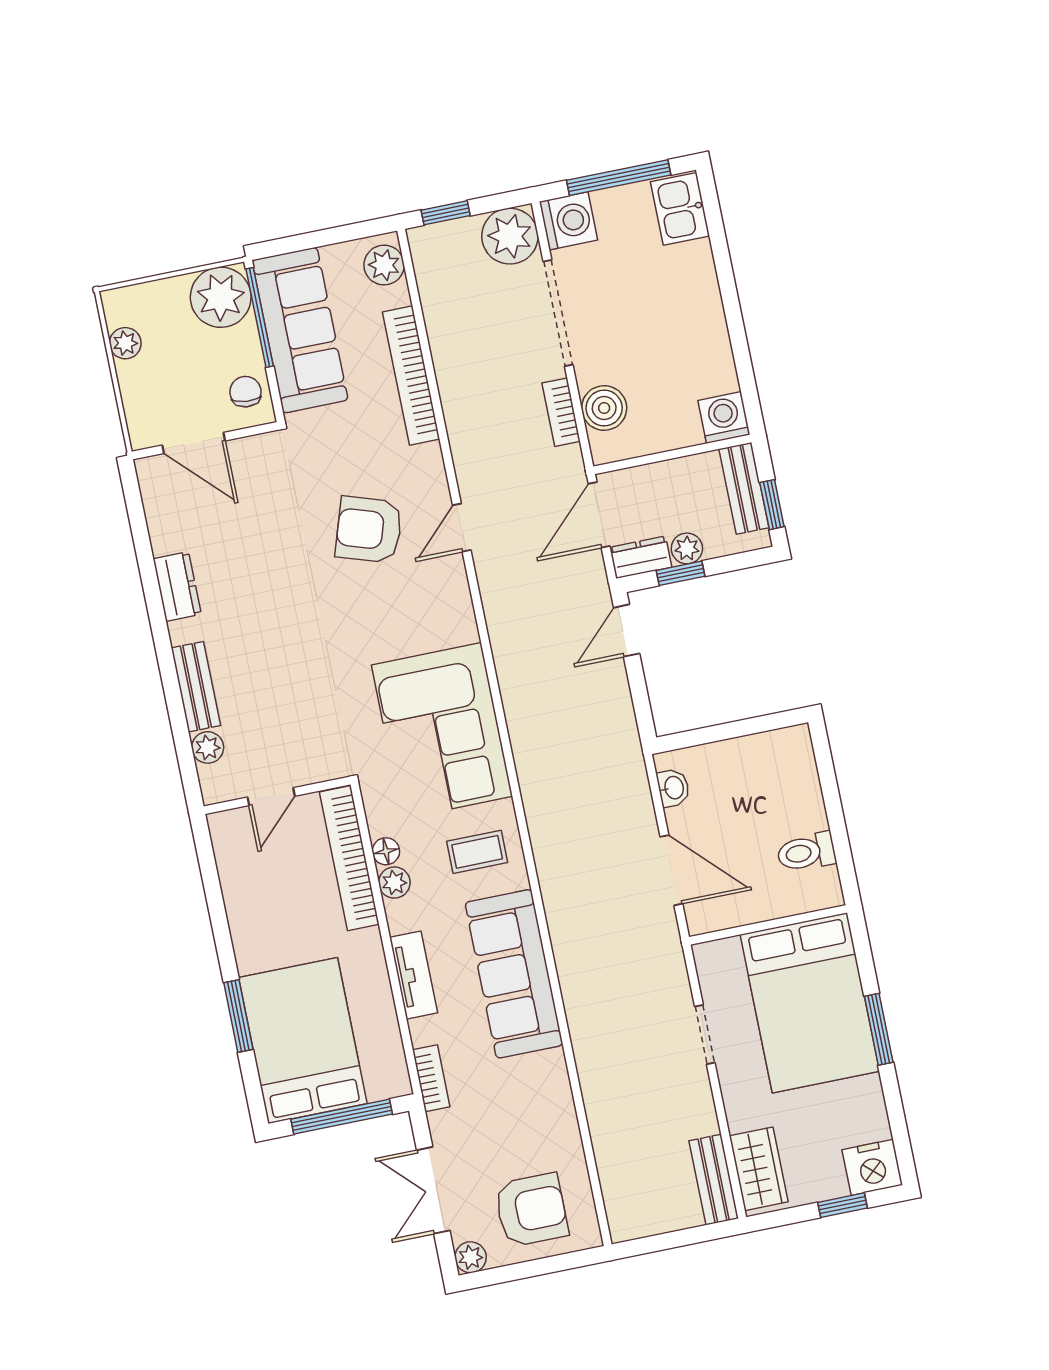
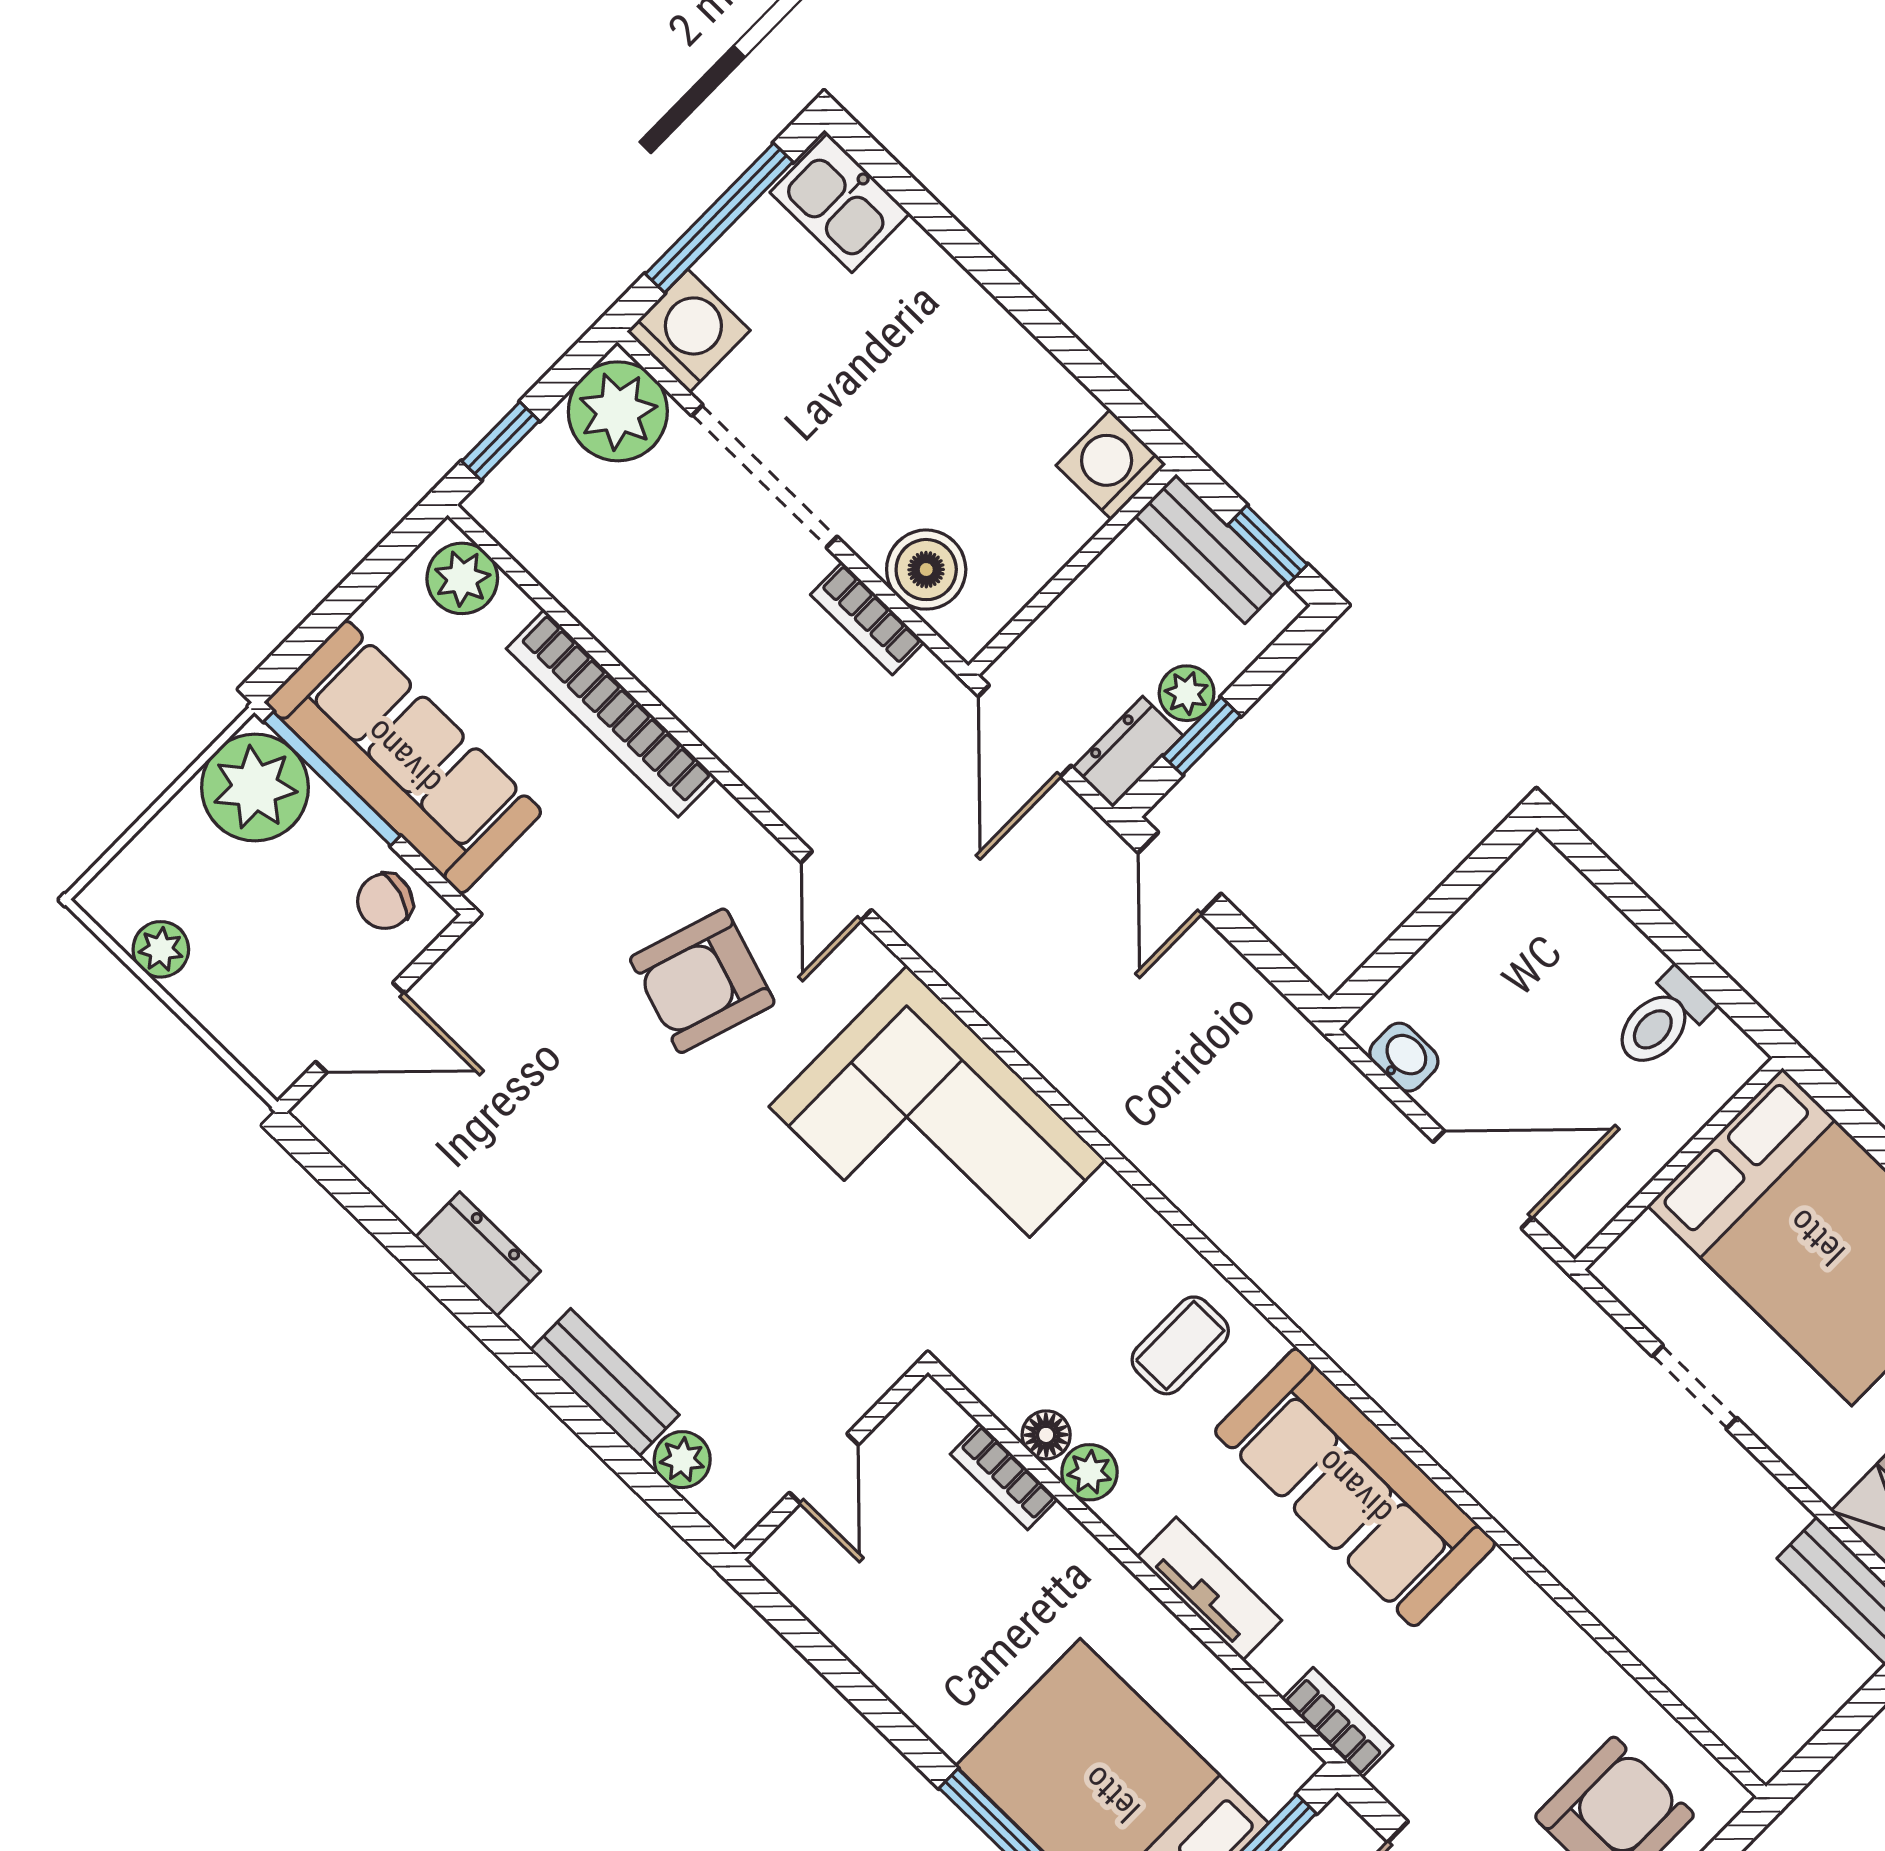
chair: (245, 392) -> (385, 901), turned -78
corner sofa: (442, 731) -> (937, 1133), moved
bookcase: (349, 858) -> (1004, 1477), width x0.43, depth x0.76

